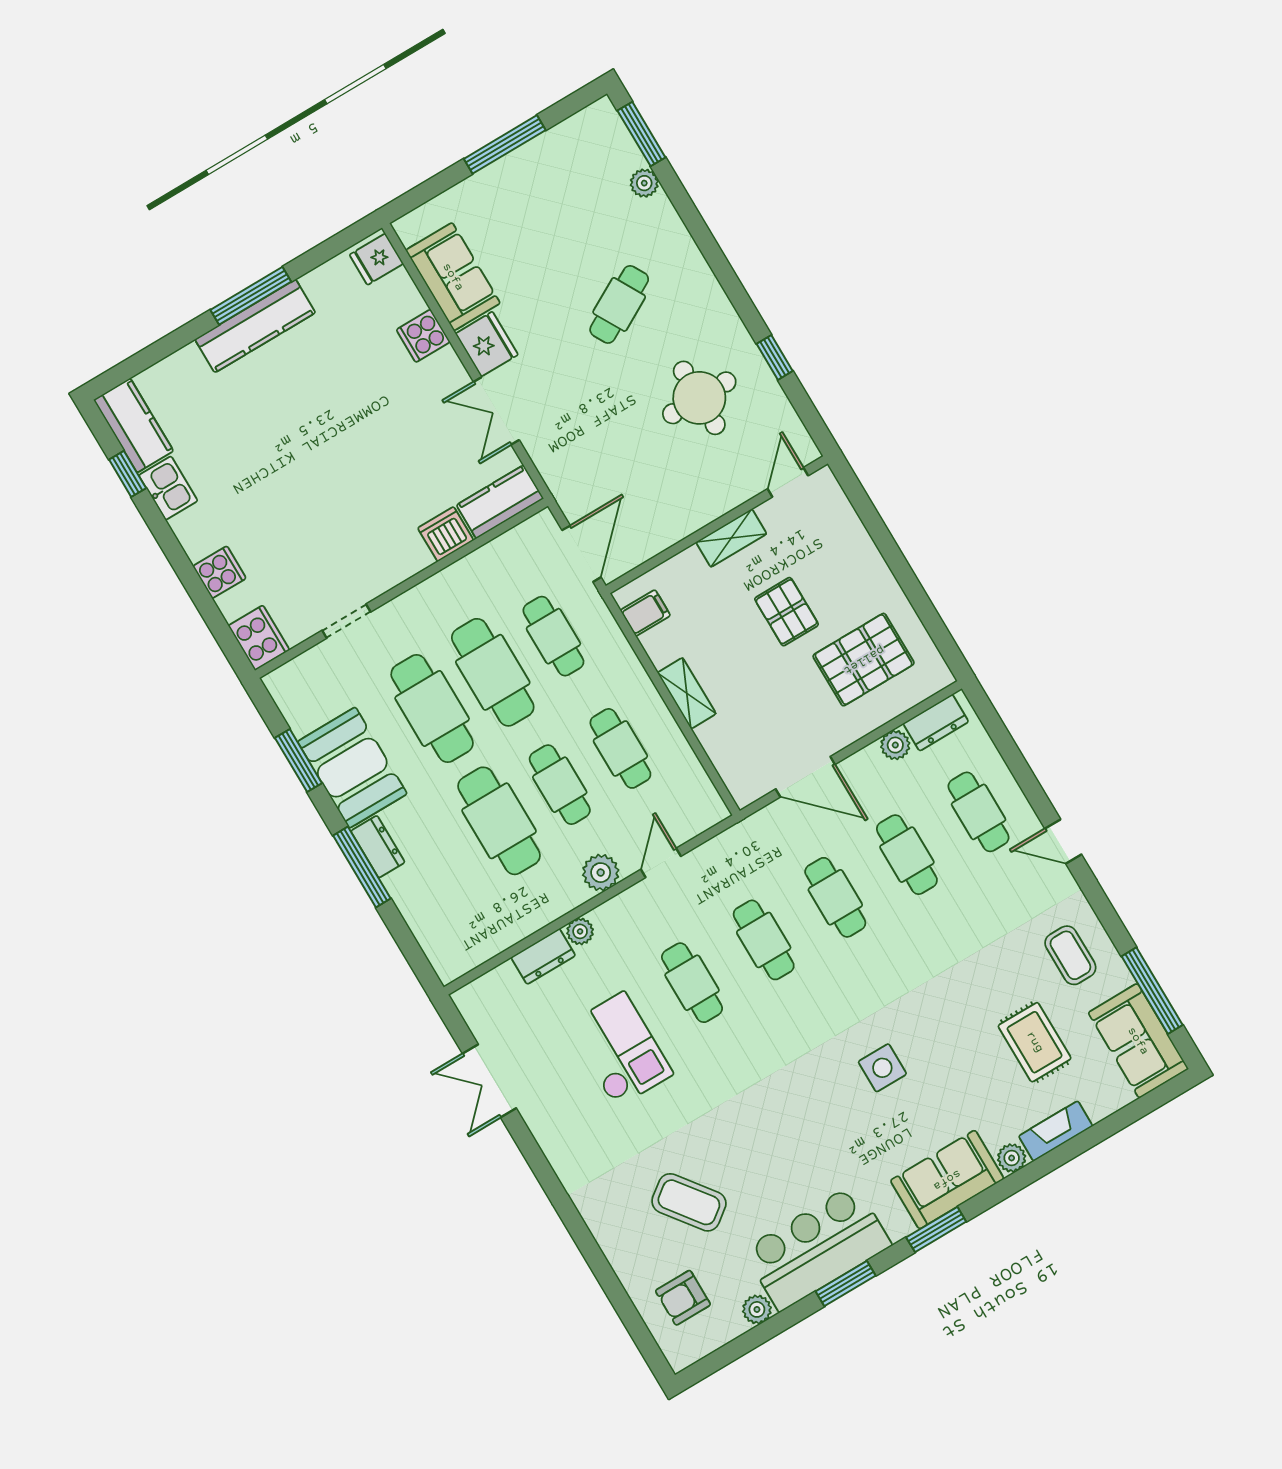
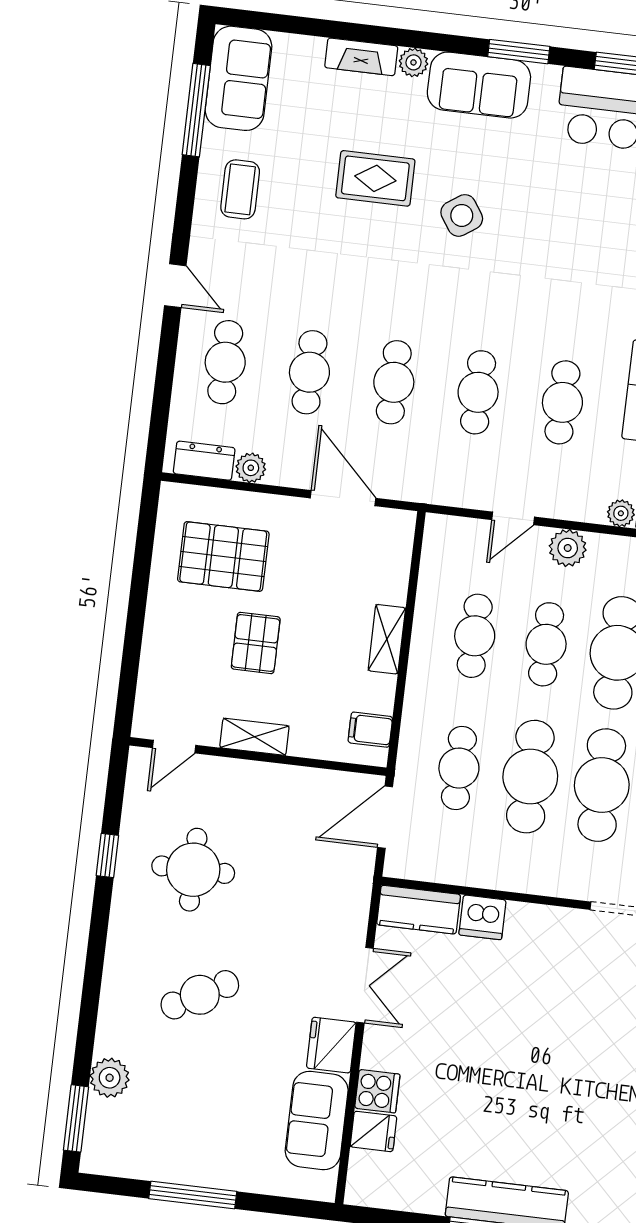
plant: (644, 183) -> (110, 1078), width x1.38, depth x1.38
fridge: (376, 259) -> (373, 1131), moved
rug: (1035, 1042) -> (375, 178), moved, turned 90
side table: (882, 1068) -> (462, 215), turned -34

